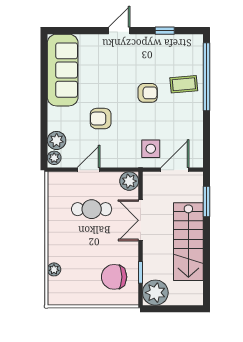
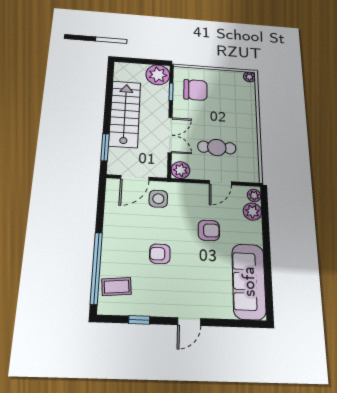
coffee table: (184, 84) -> (117, 287), moved
plant: (54, 269) -> (249, 77), moved

